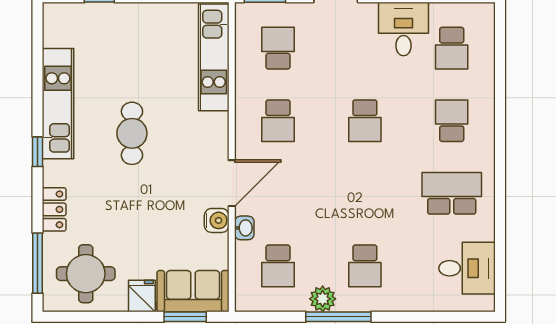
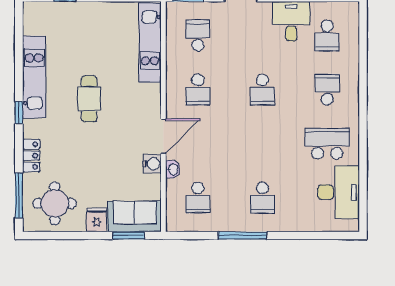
desk: (467, 268) -> (339, 192), width x1.37
plant: (323, 299) -> (231, 222), removed

